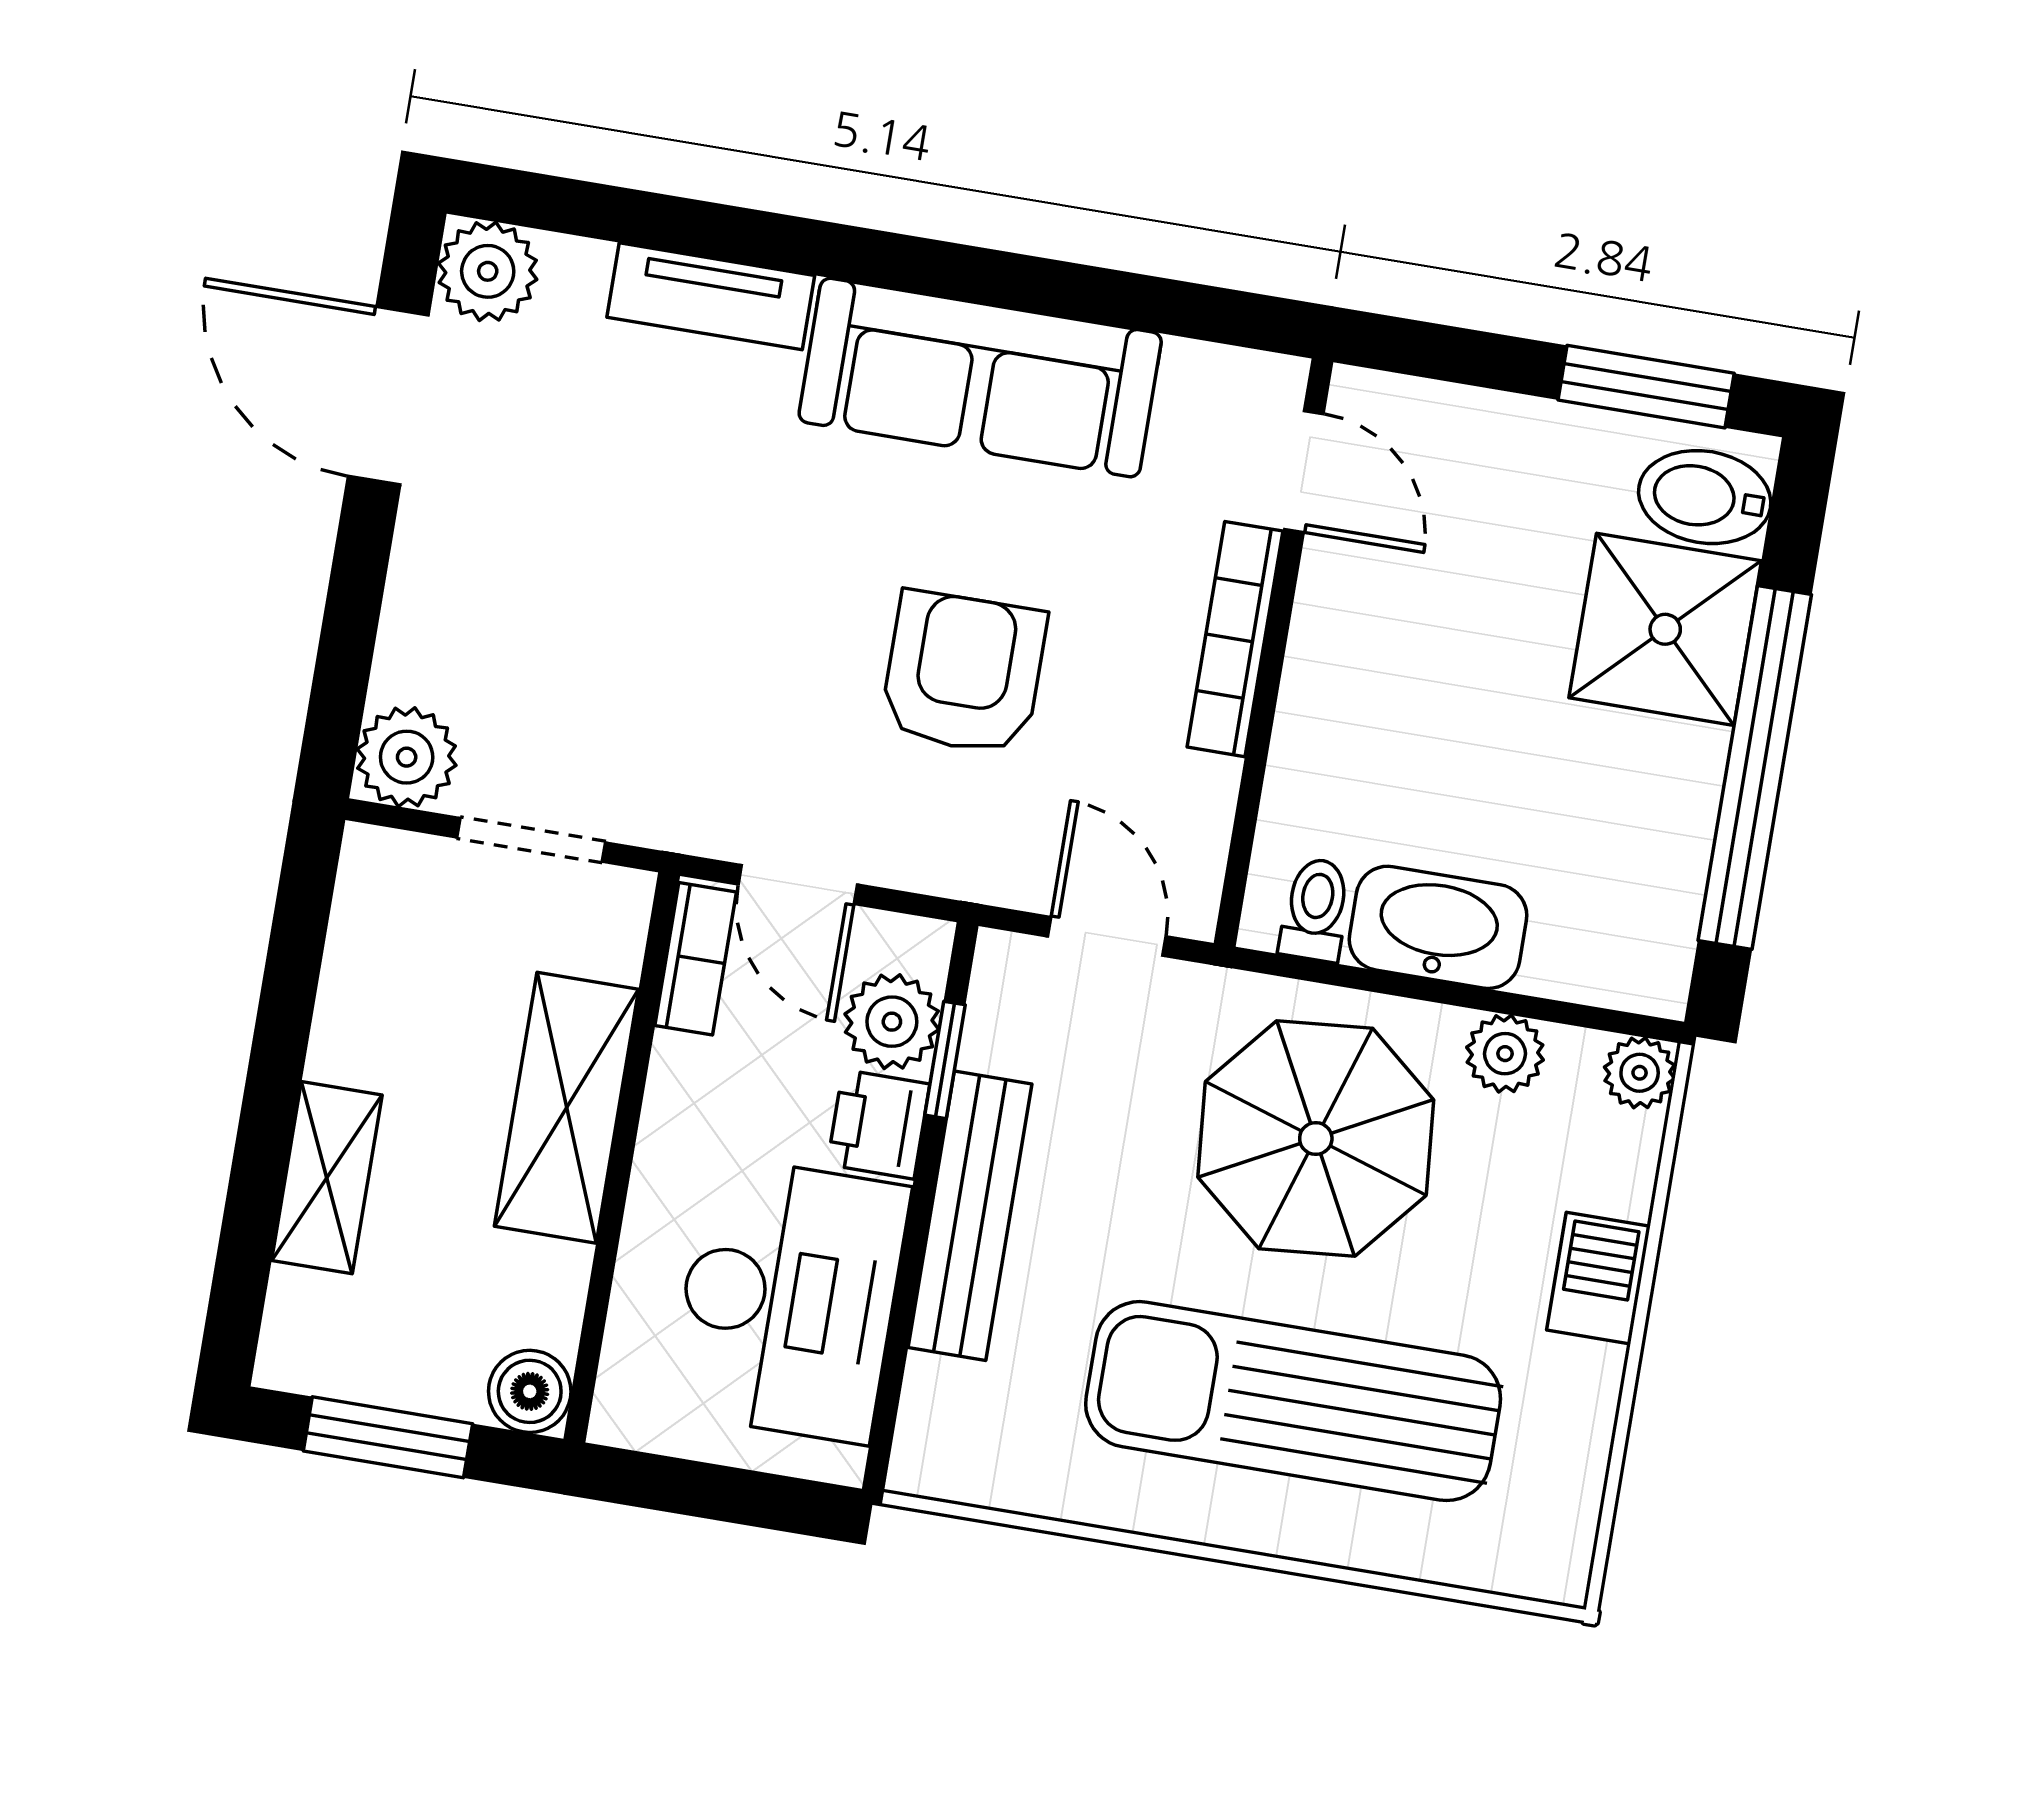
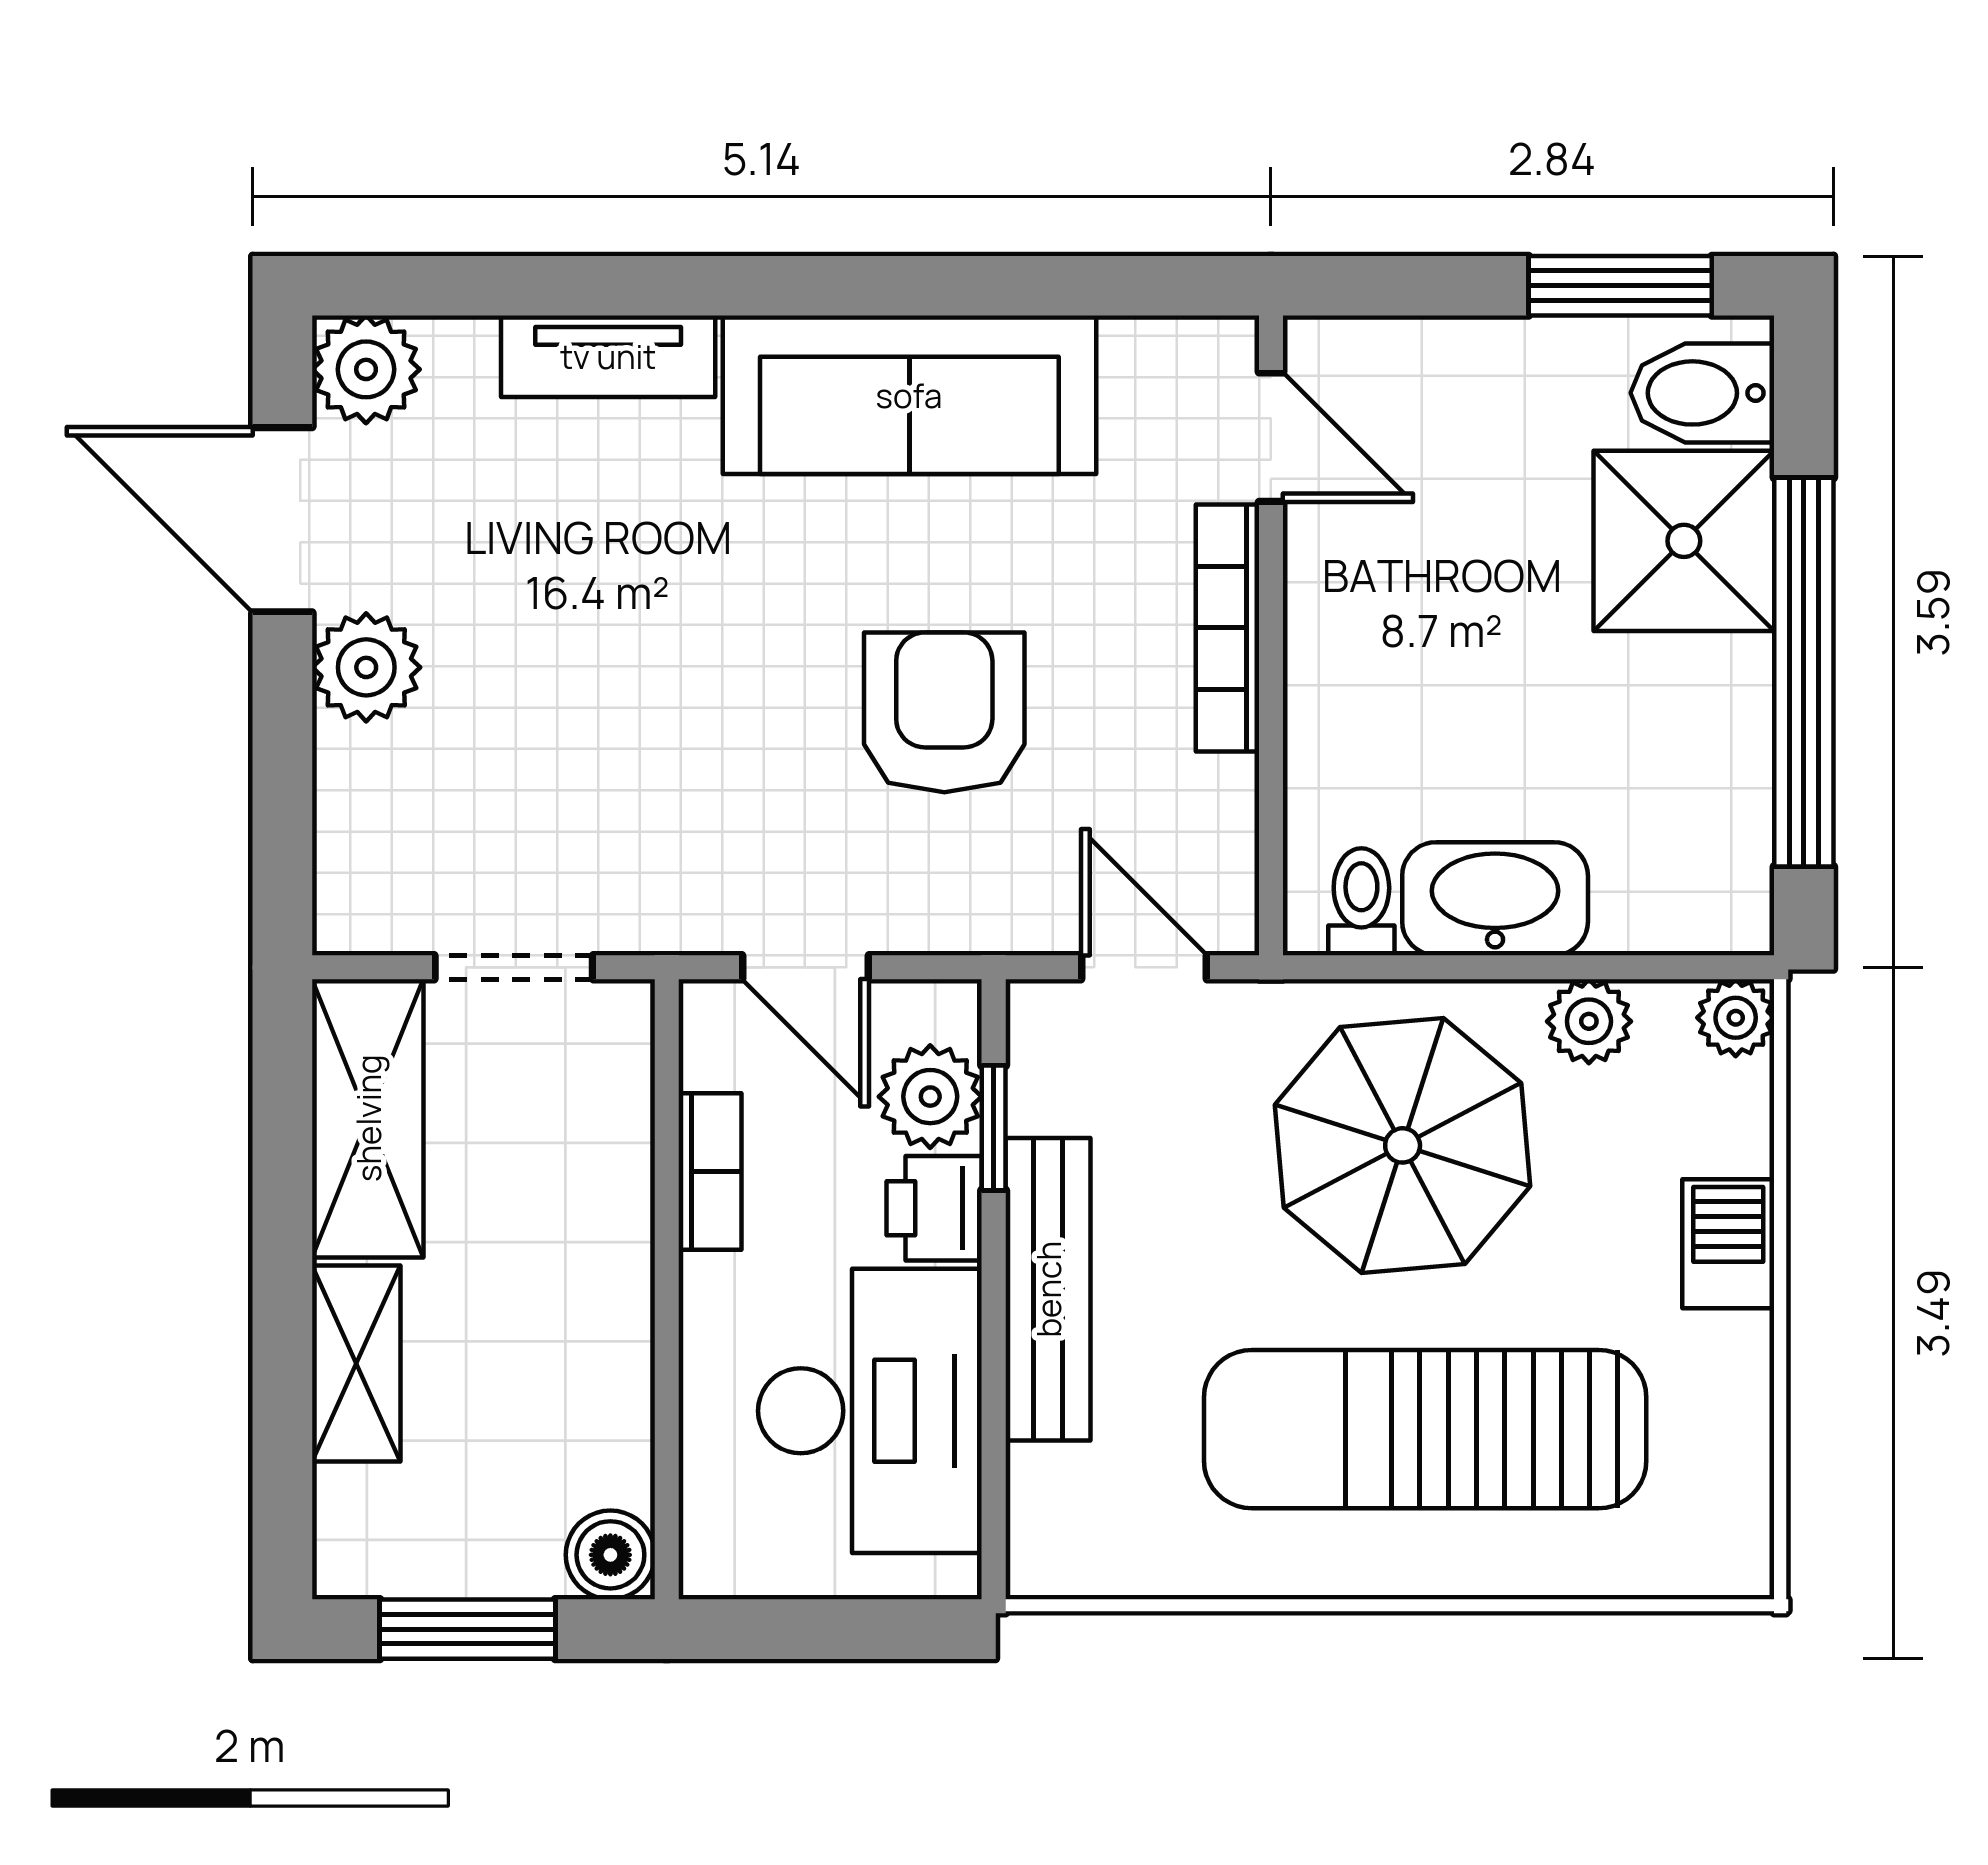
plant: (407, 757) -> (366, 667), moved
bookcase: (696, 959) -> (710, 1171), moved
shelving: (567, 1108) -> (368, 1118), moved

